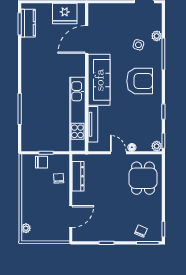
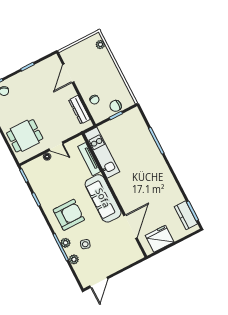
armchair: (140, 81) -> (69, 215), turned 180
kitchen unit: (77, 114) -> (102, 153), width x0.73
plant: (157, 146) -> (65, 243), moved
dining table: (143, 178) -> (25, 136), turned 90

